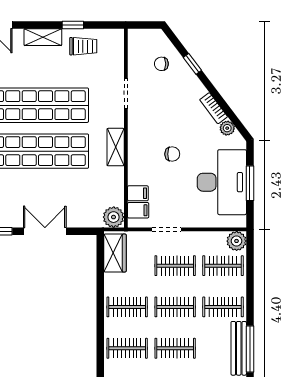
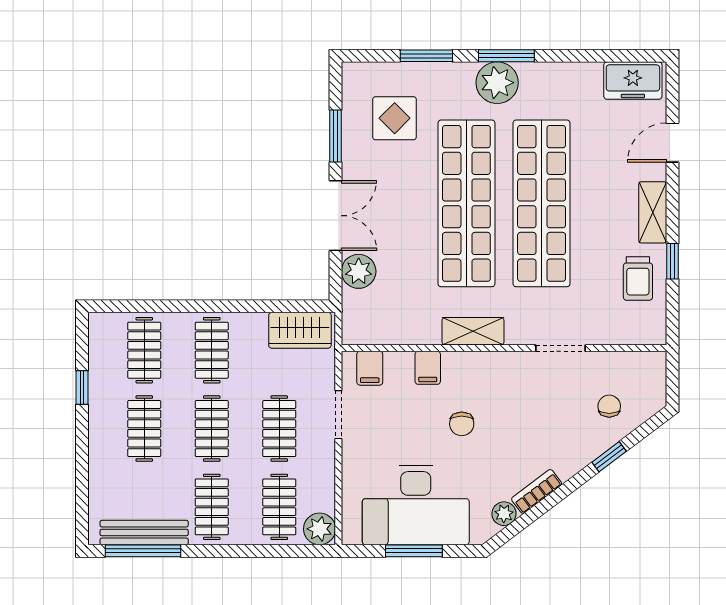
filing cabinet: (138, 193) -> (428, 368), moved
plant: (114, 217) -> (359, 271), moved

